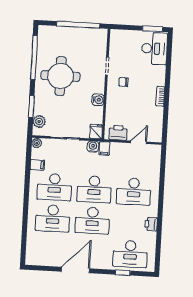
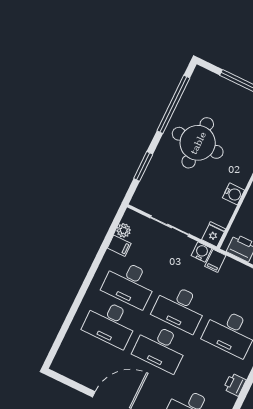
plant: (39, 122) -> (145, 190), removed
plant: (37, 143) -> (124, 230), moved

